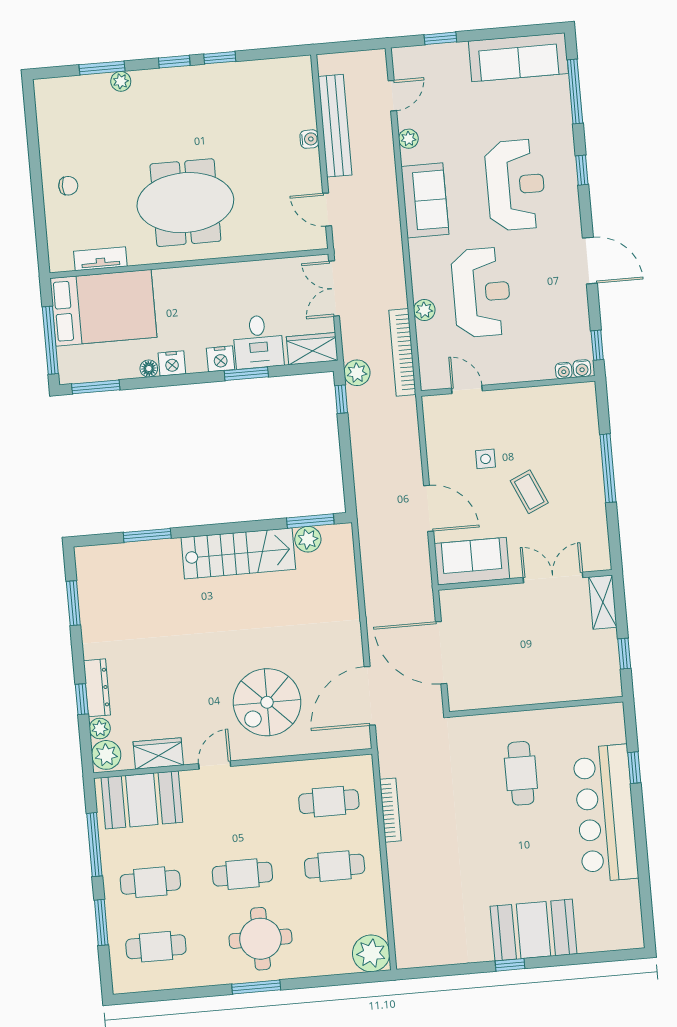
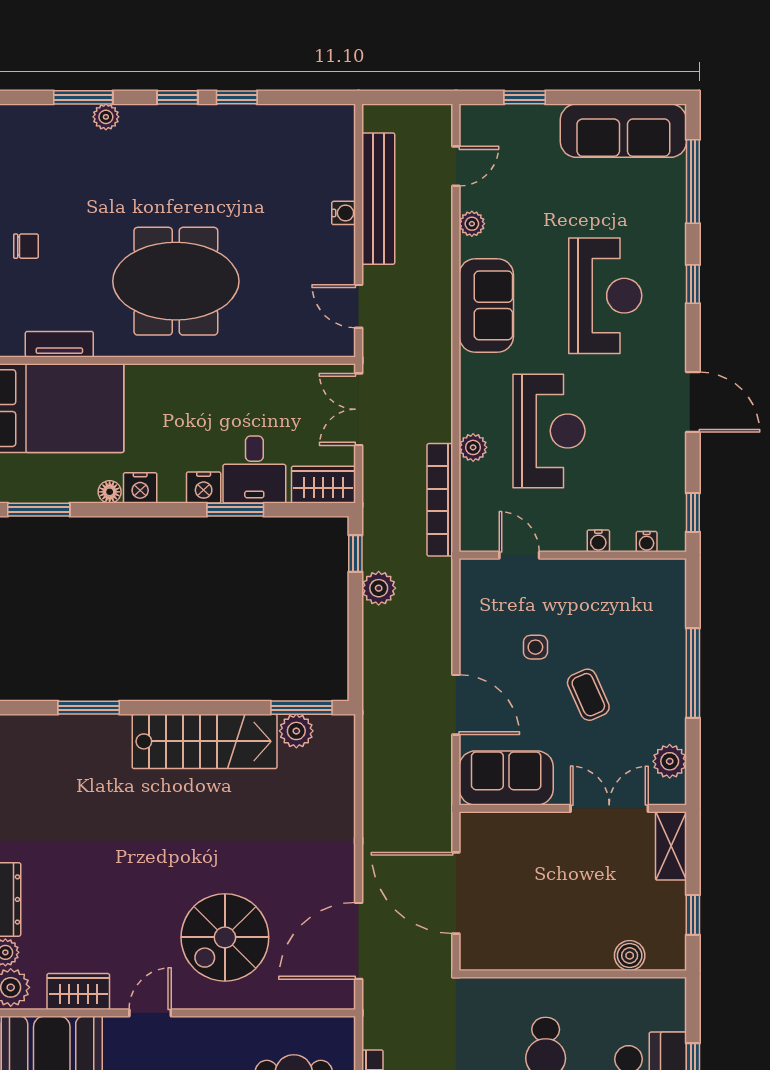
water cooler: (582, 368) -> (598, 541), moved
plant: (357, 373) -> (379, 588), moved
plant: (596, 537) -> (670, 761), added
boiler: (578, 689) -> (630, 955), added

